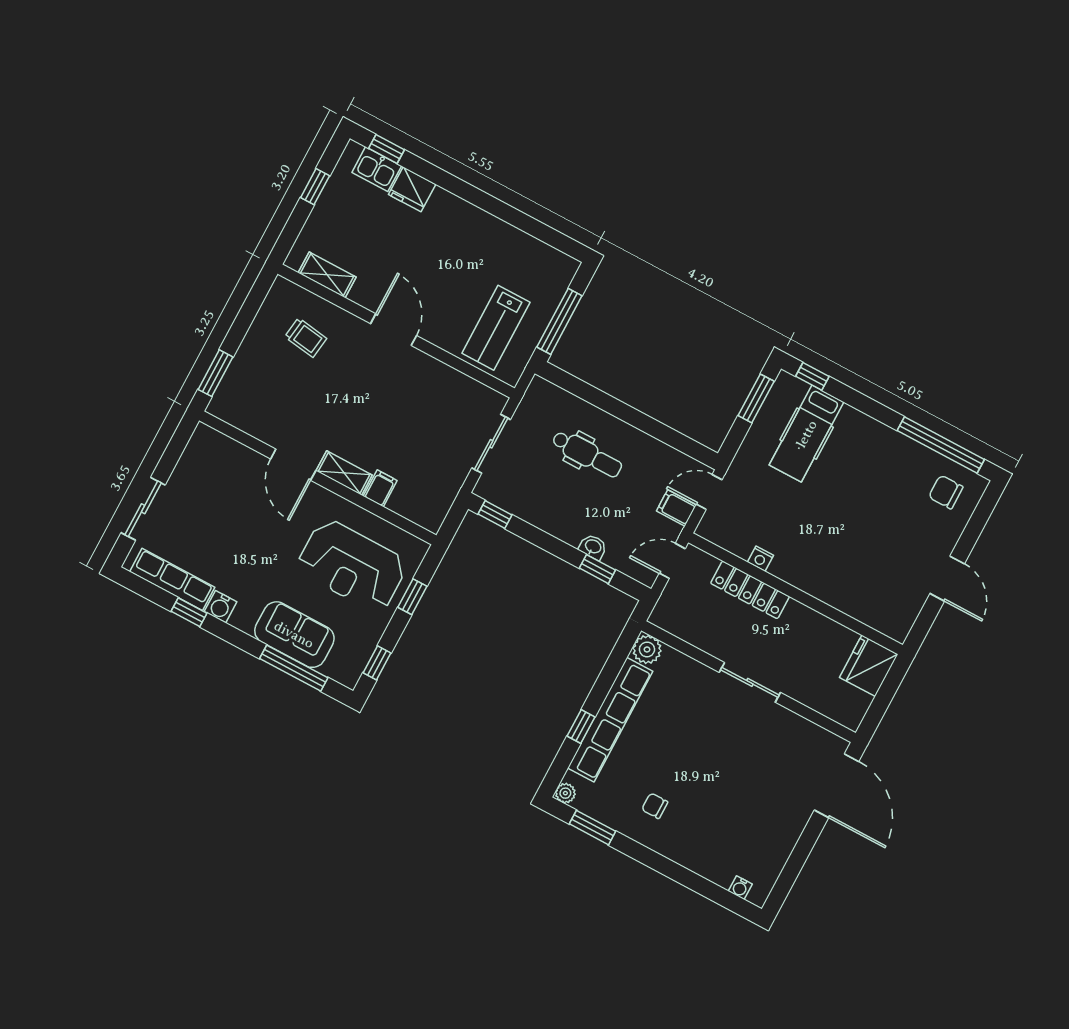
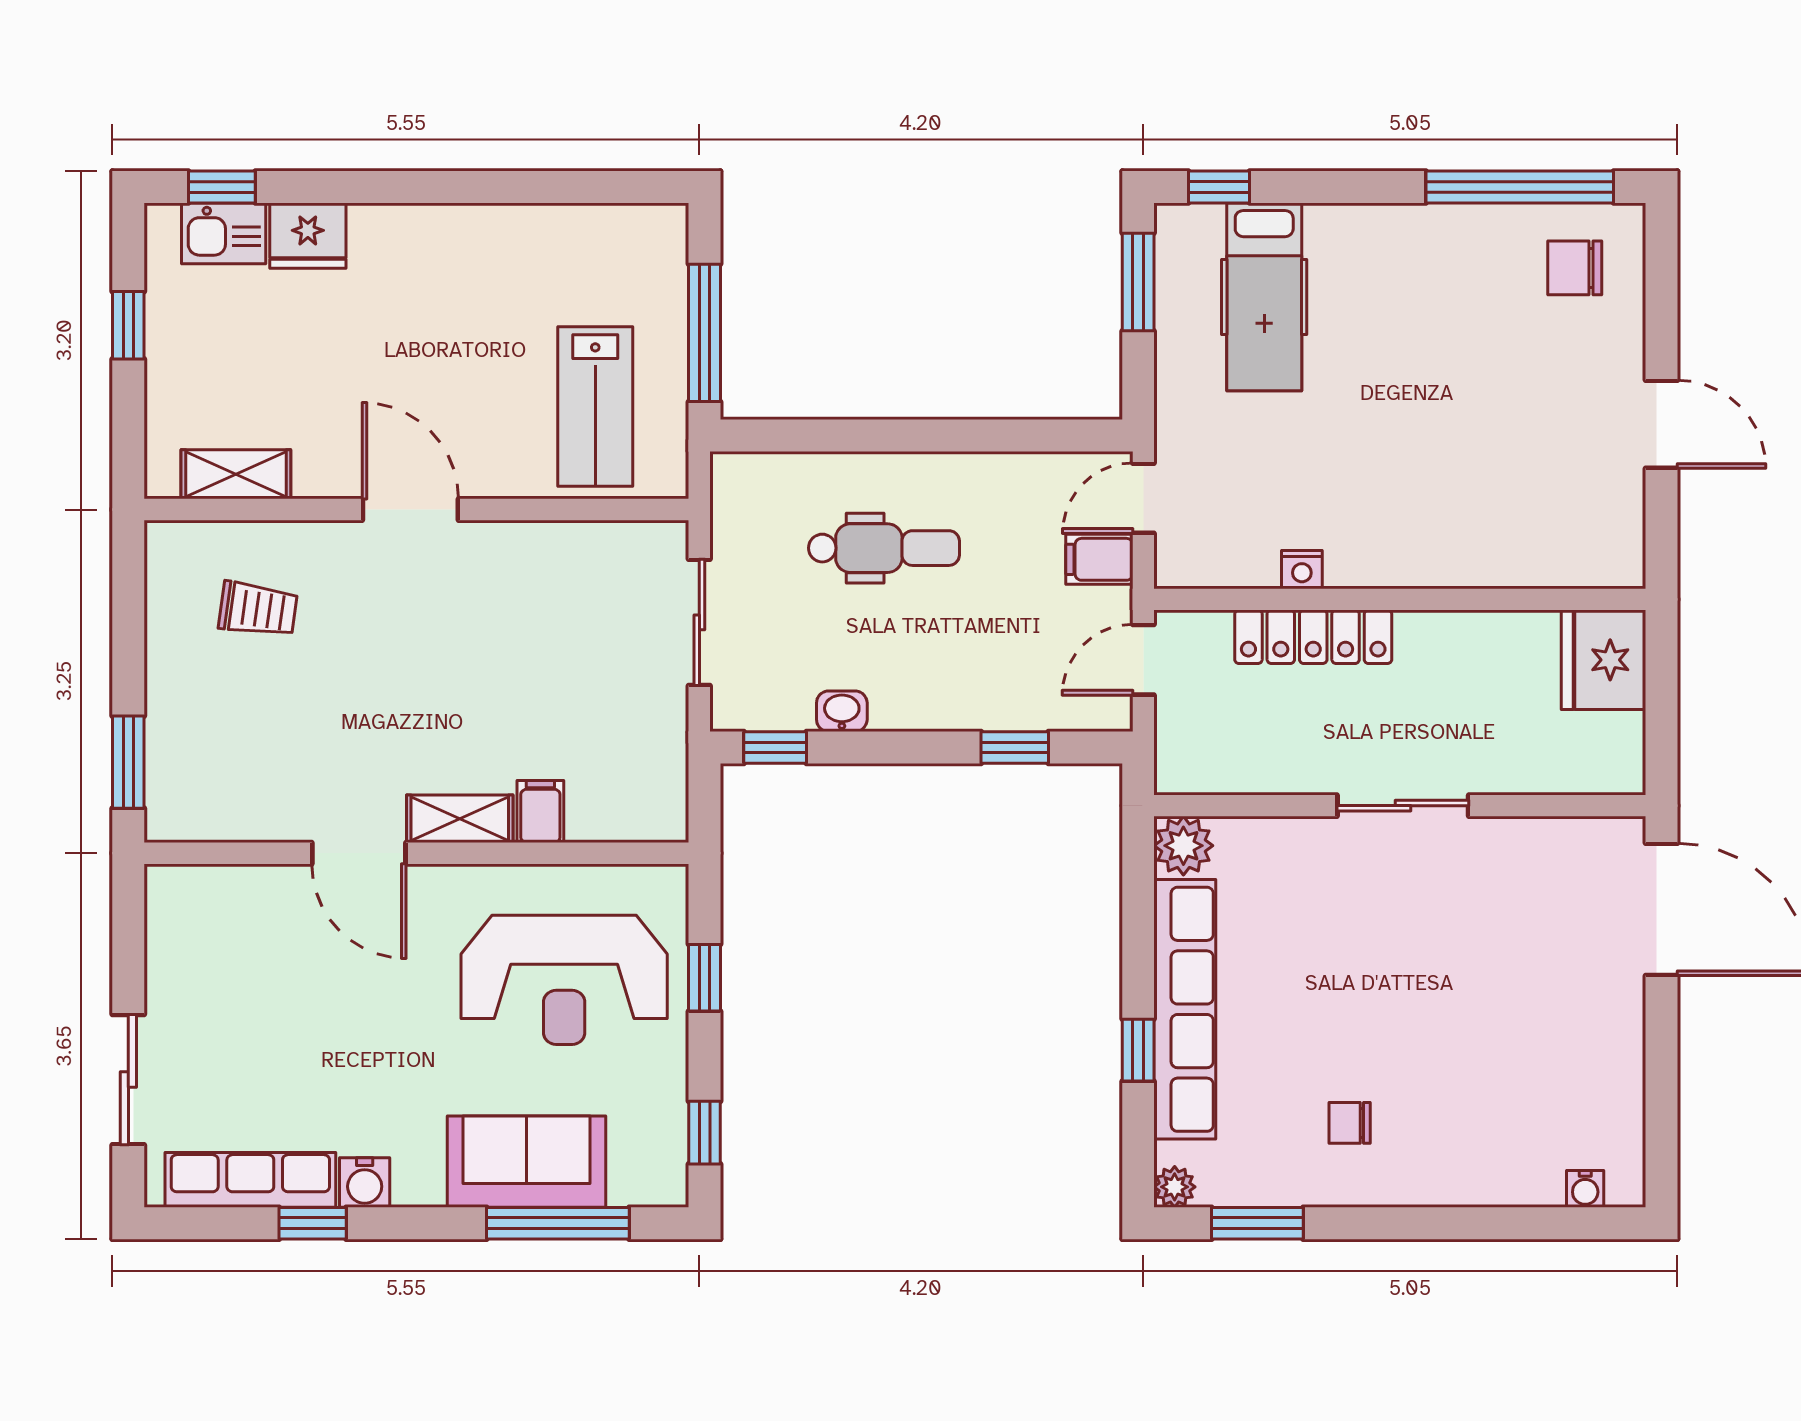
washbasin: (593, 547) -> (842, 711), moved

